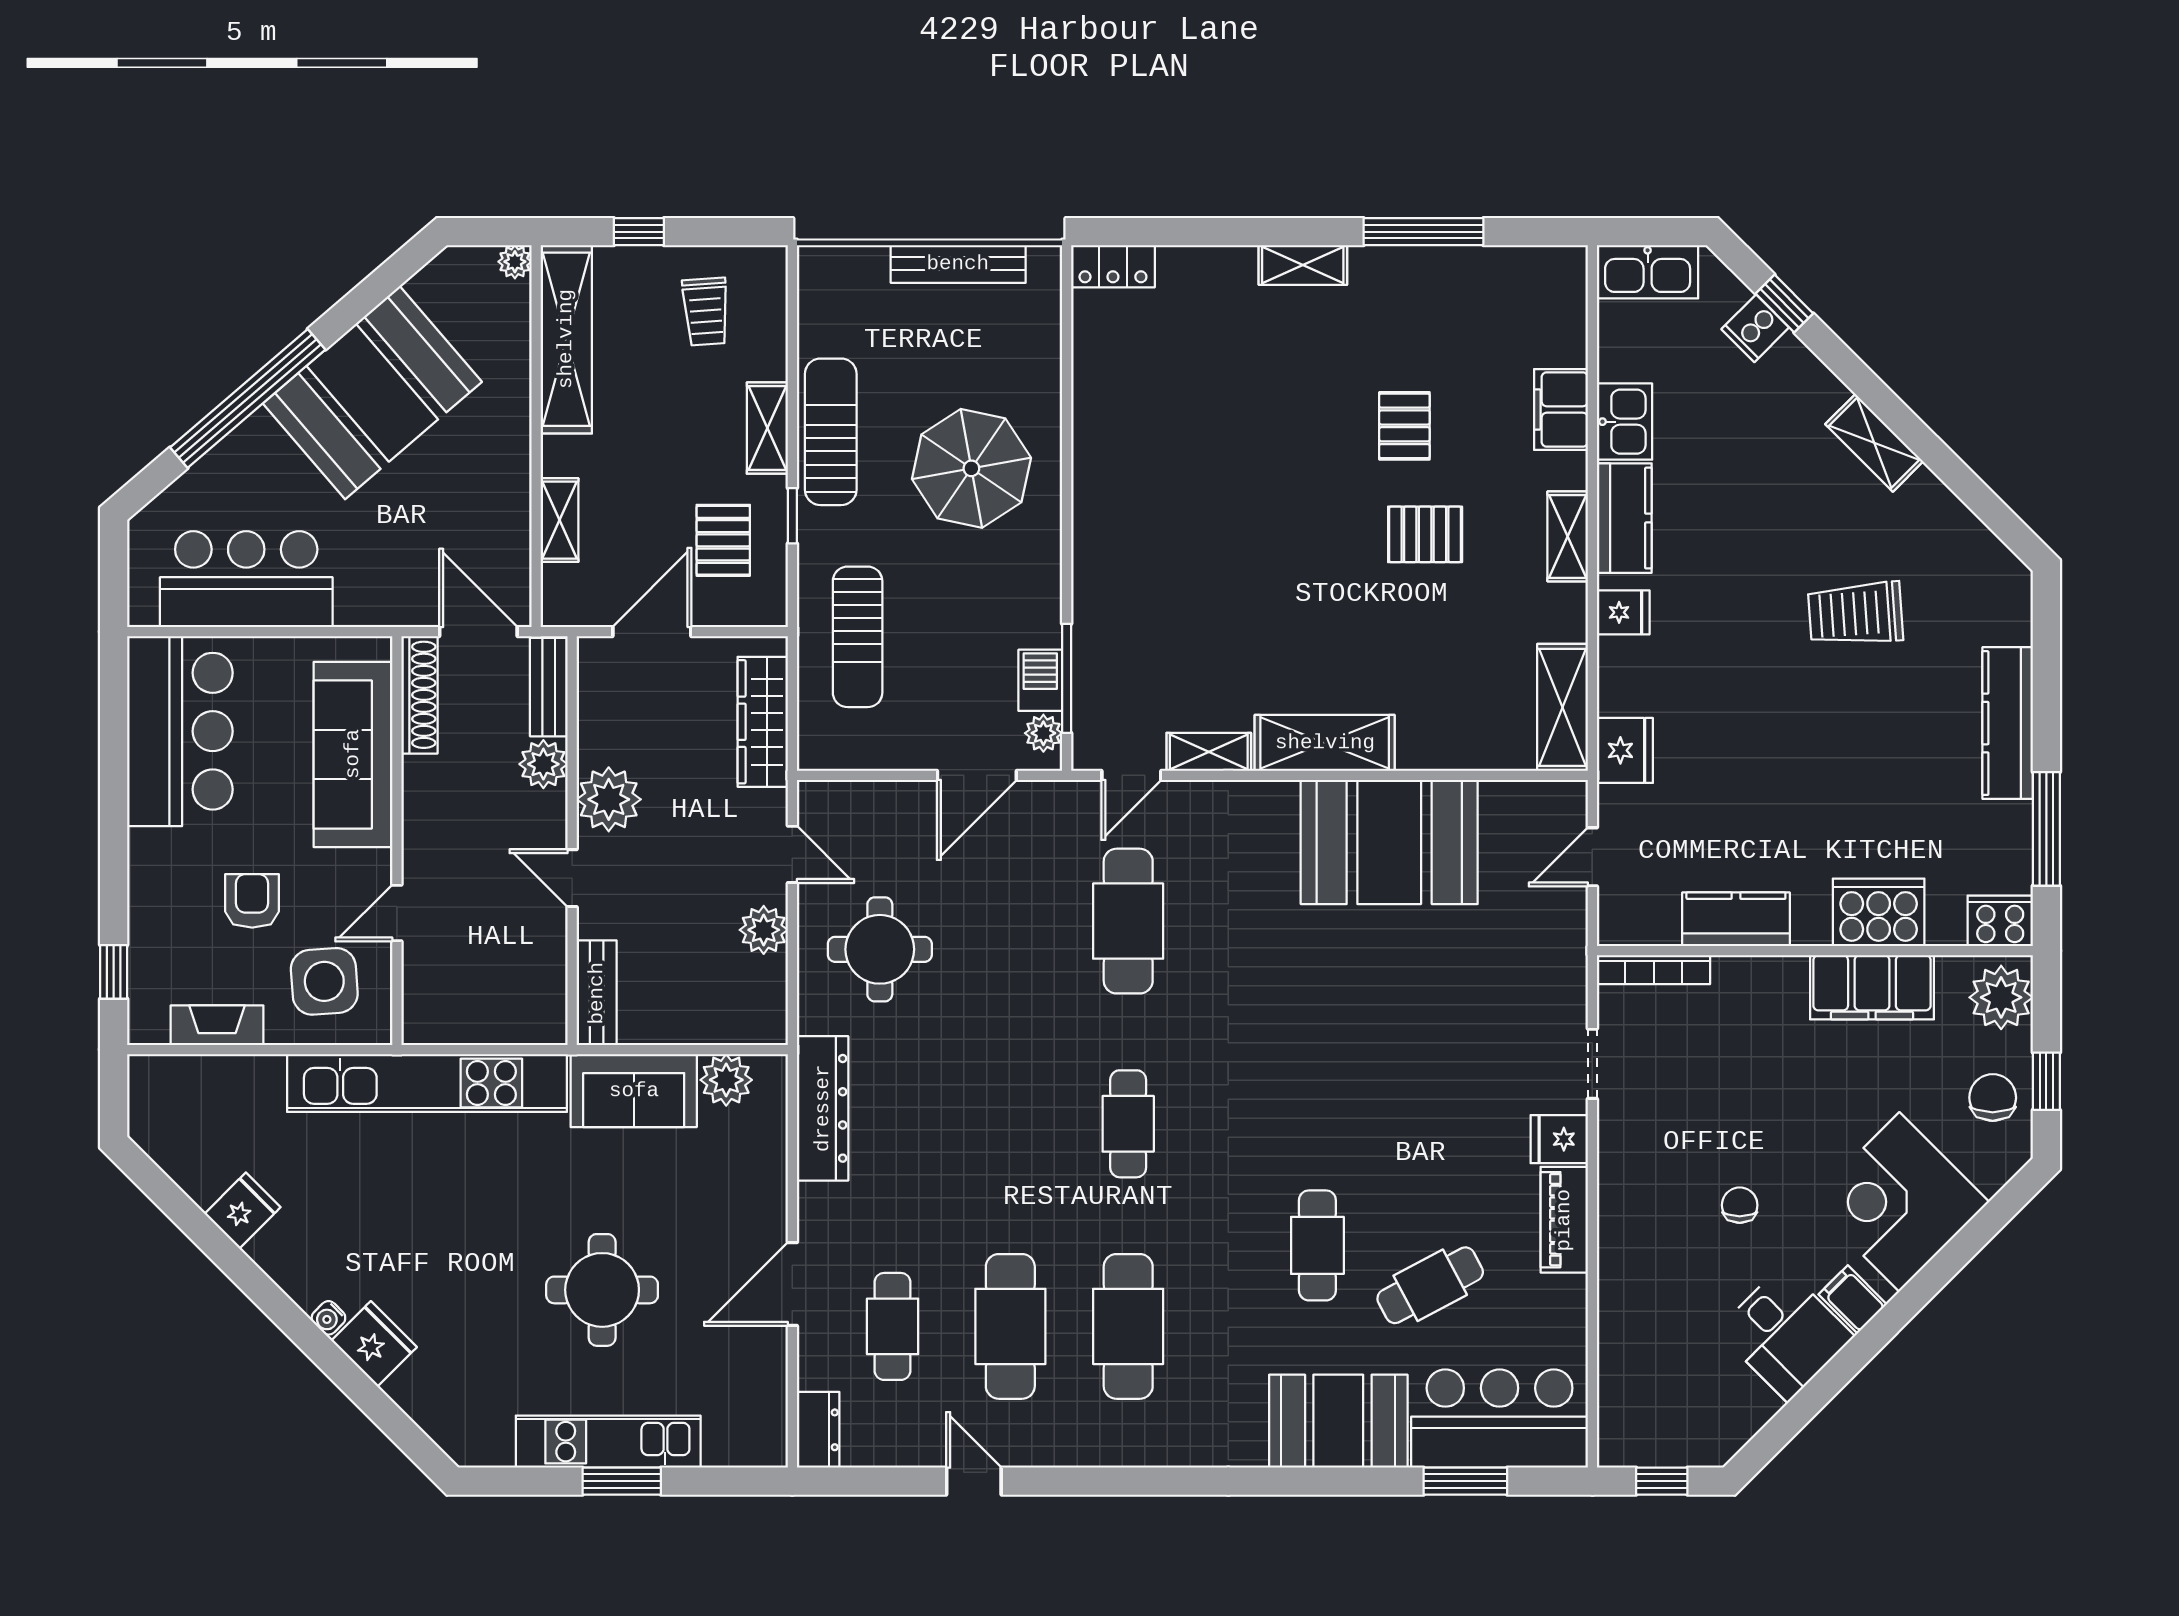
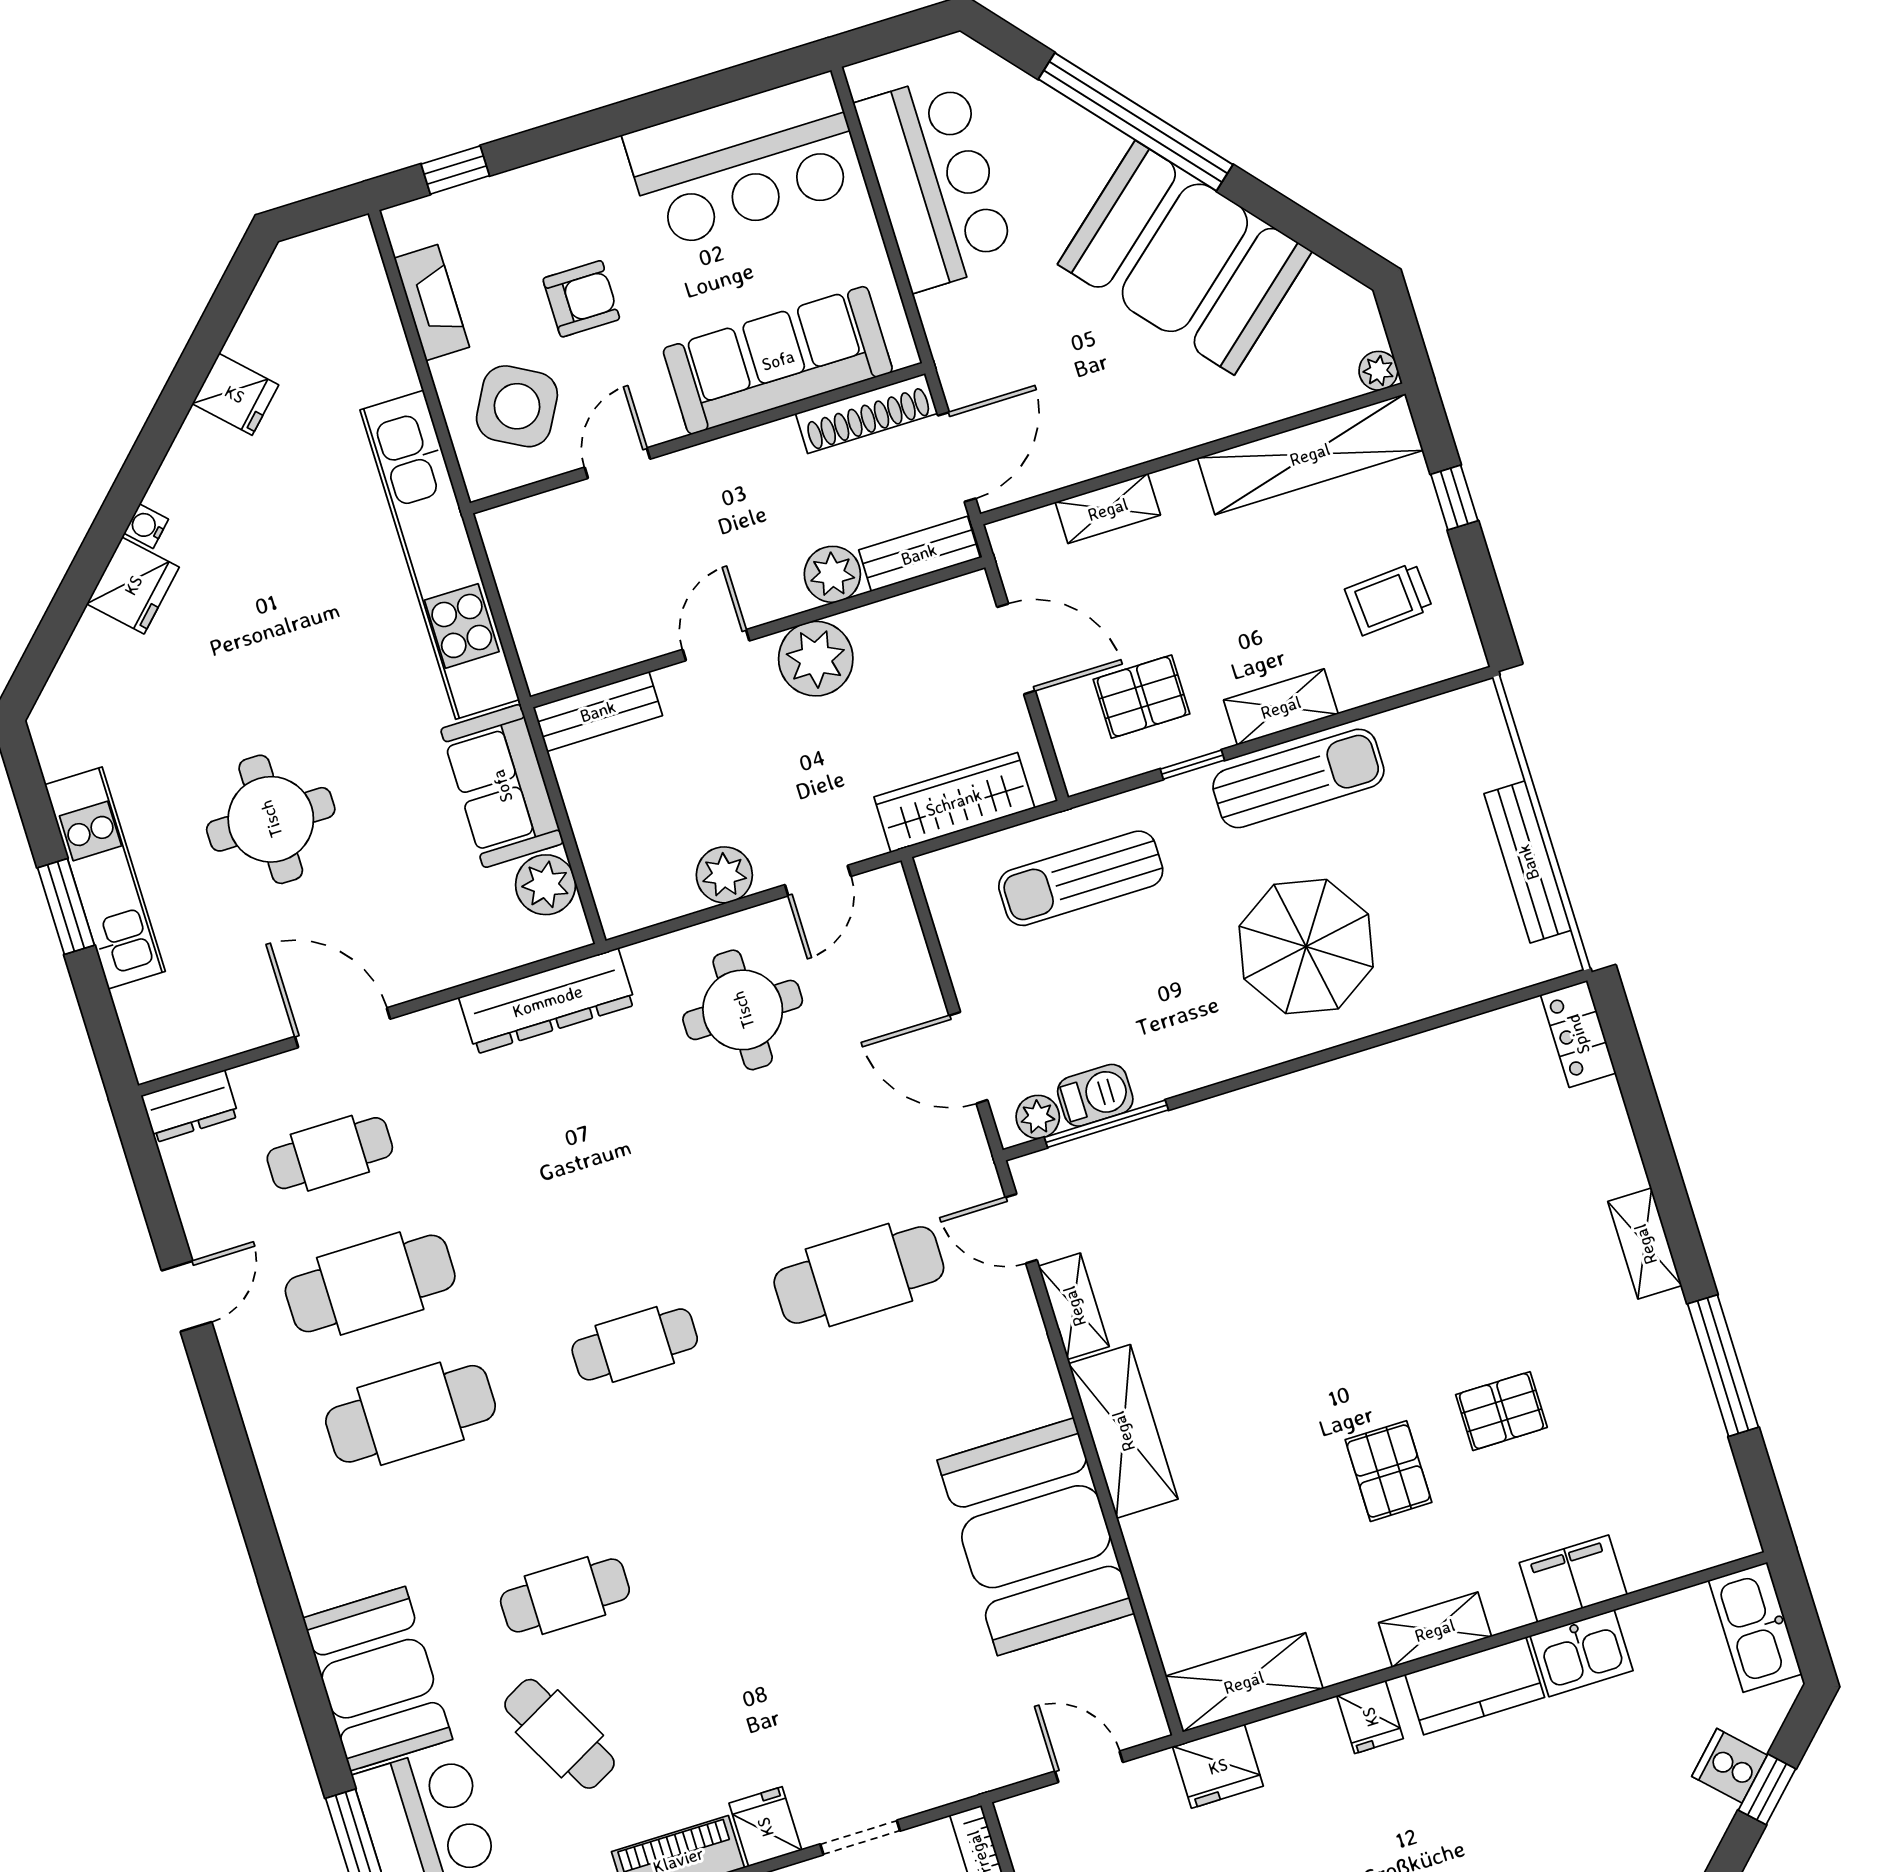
door: (397, 913) -> (617, 463), hinge flipped
side table: (324, 981) -> (517, 406), turned 33

